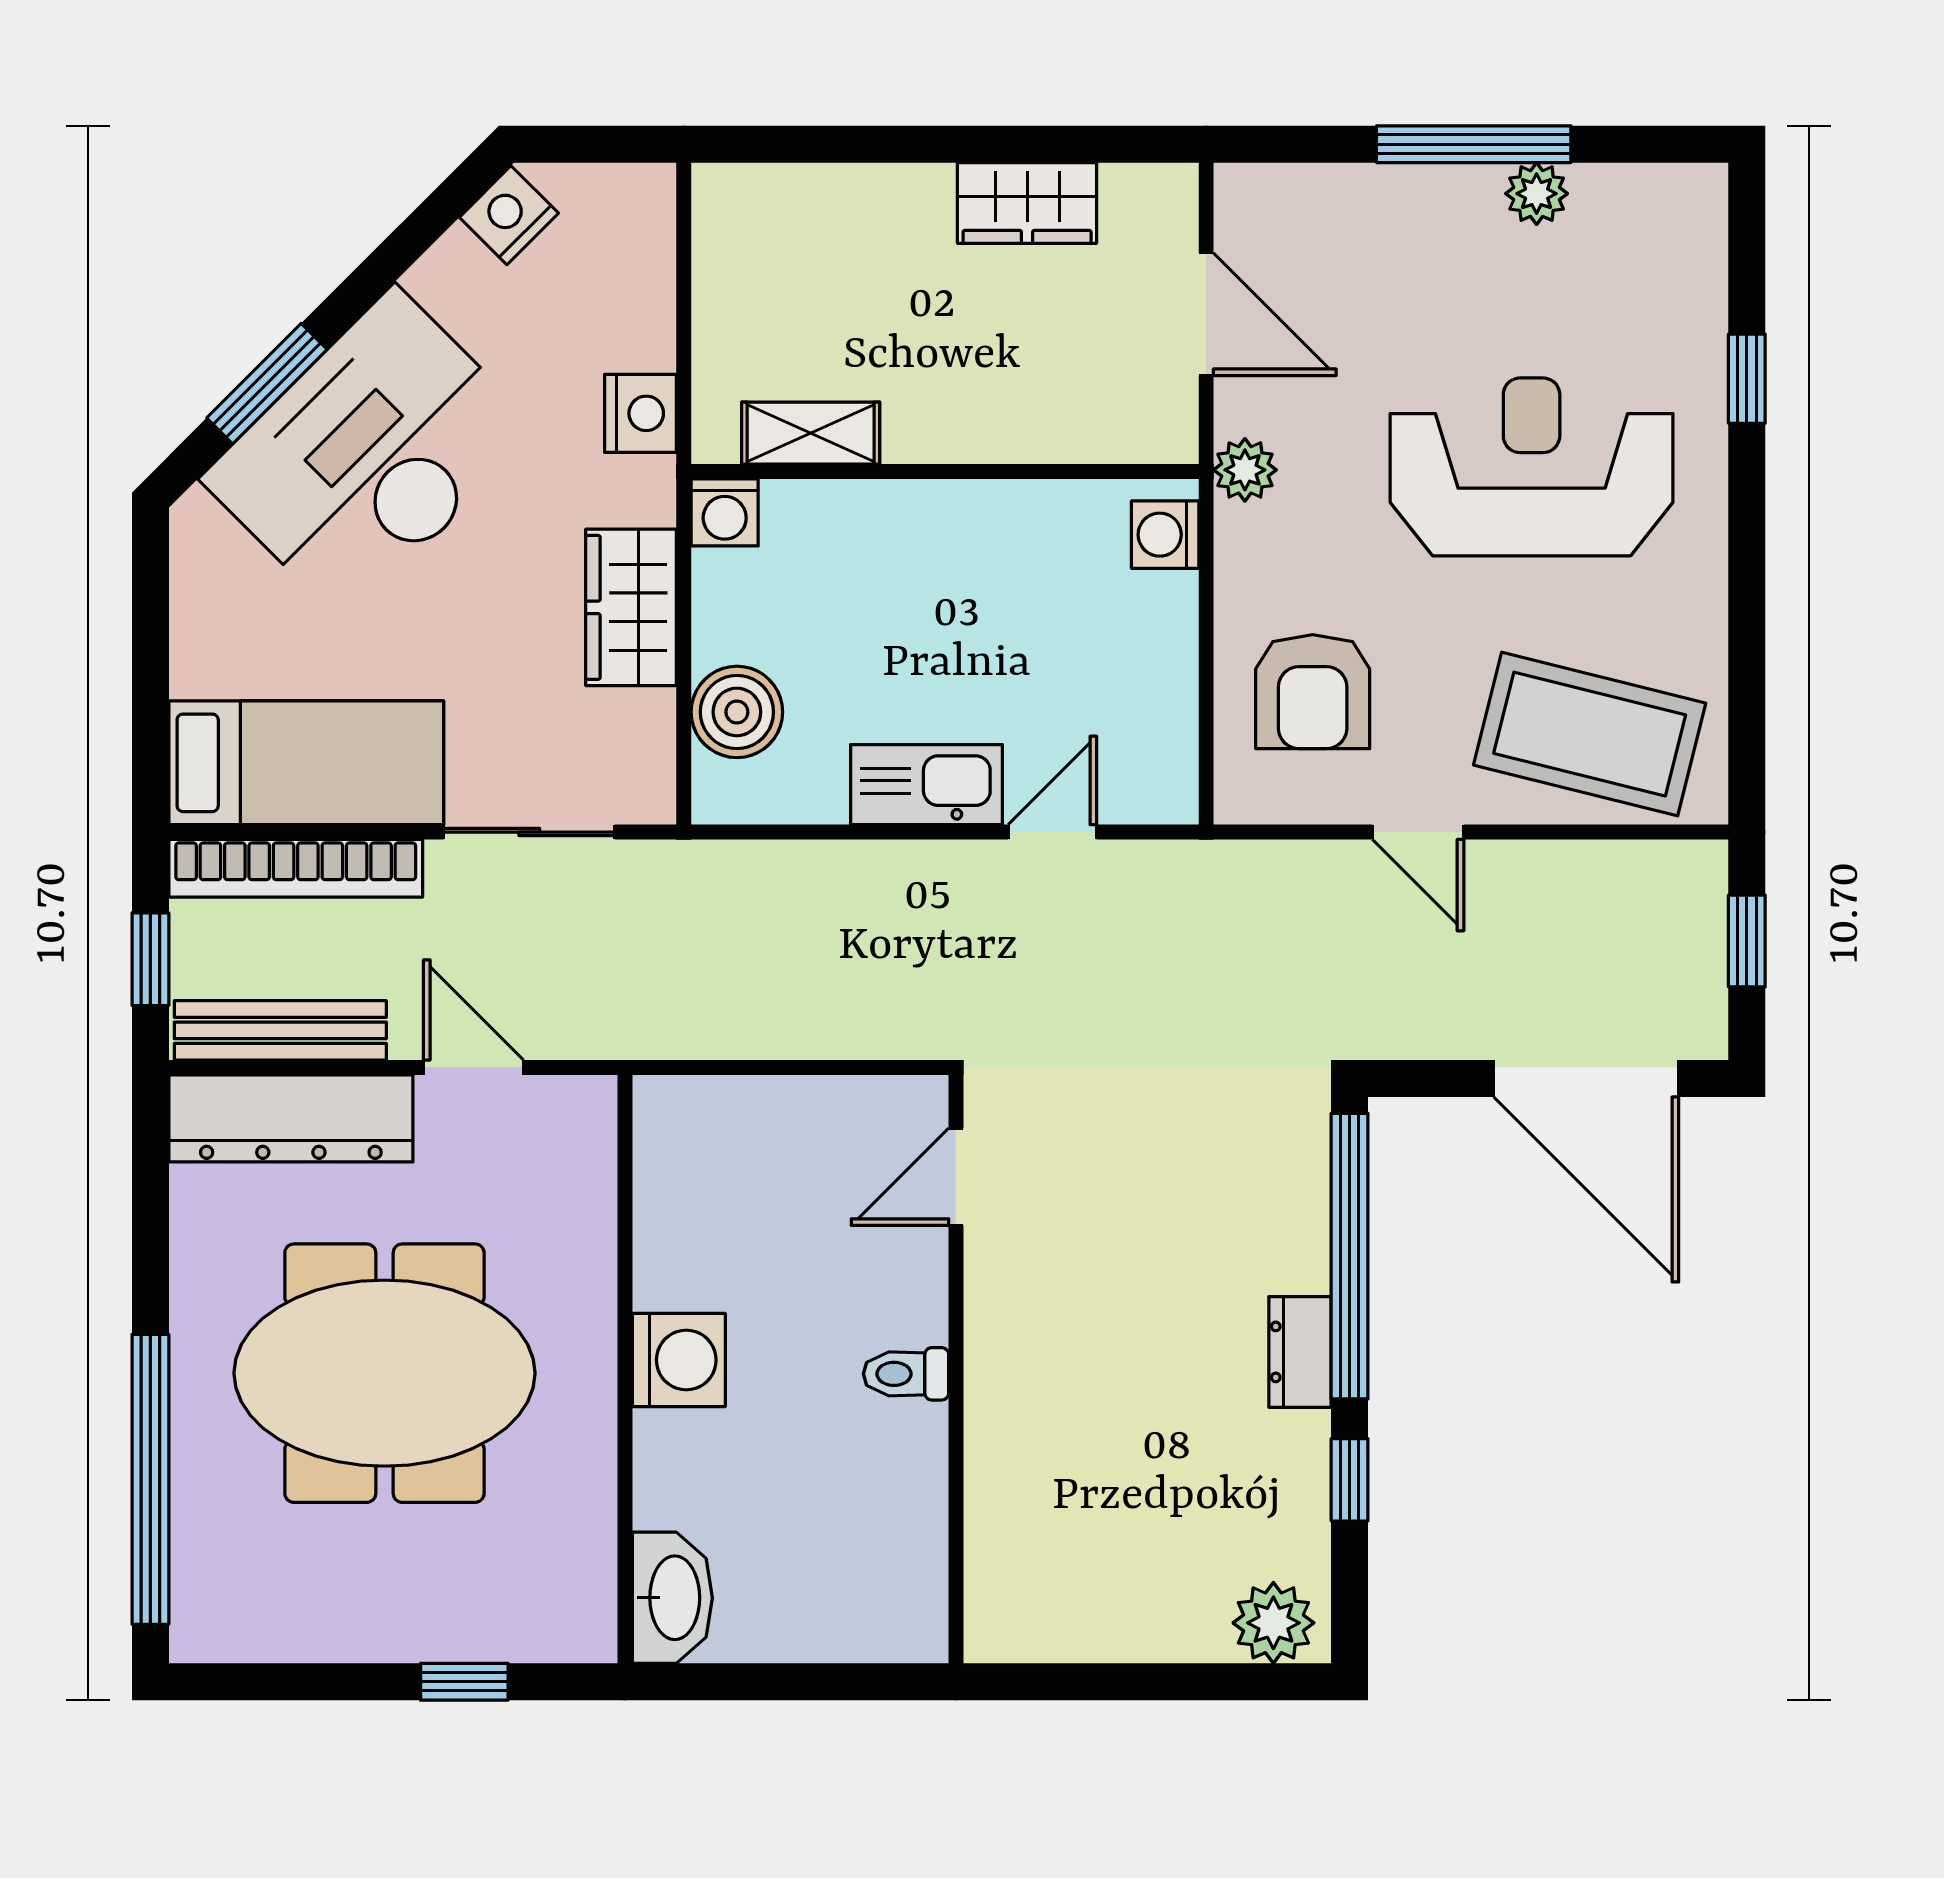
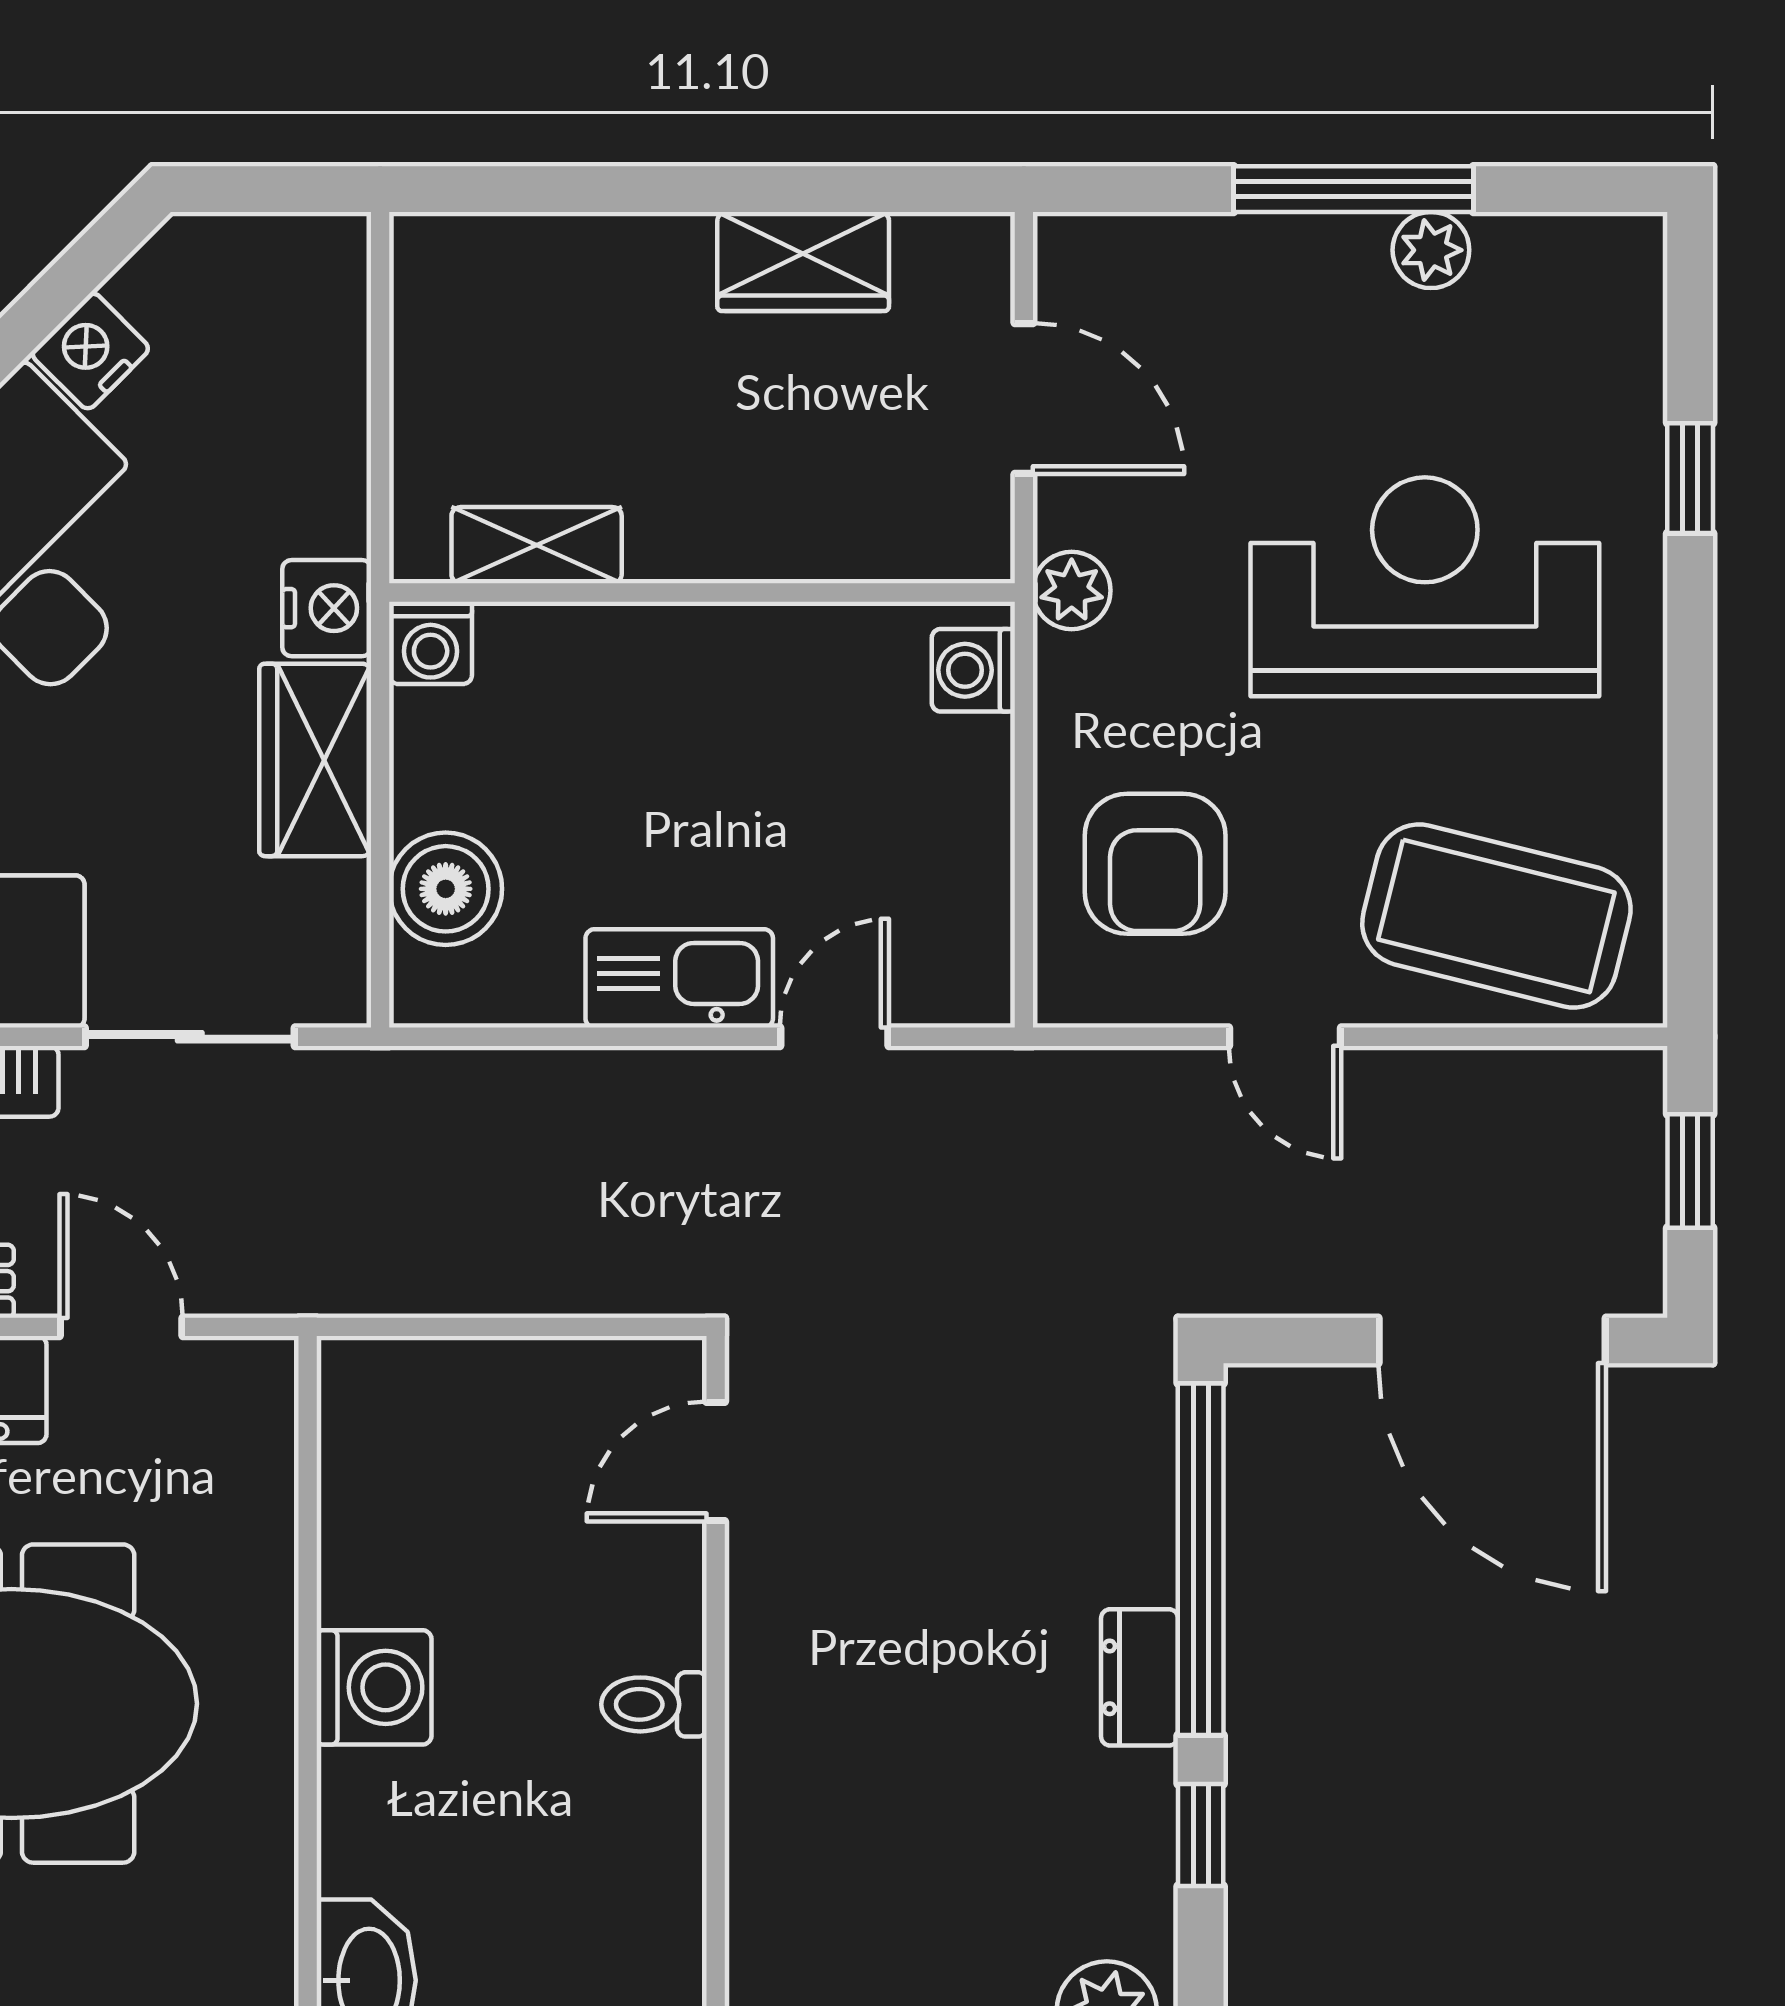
nightstand: (509, 215) -> (90, 351), moved
nightstand: (640, 413) -> (327, 608), moved

